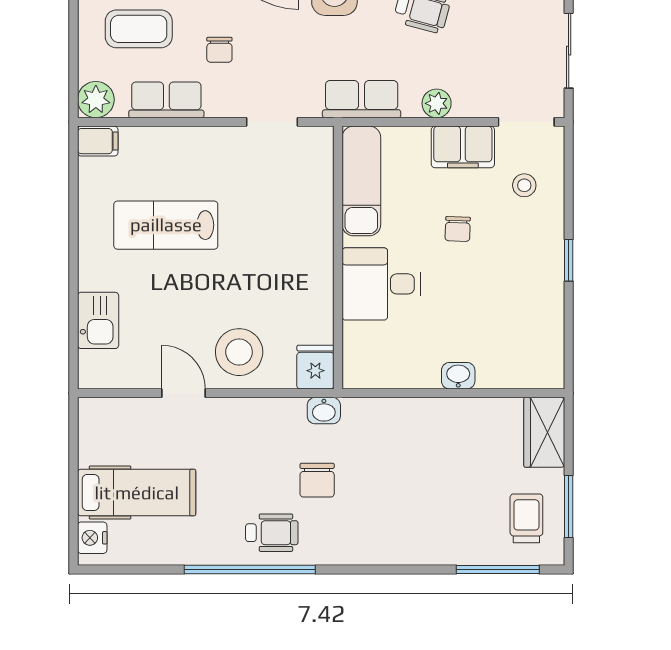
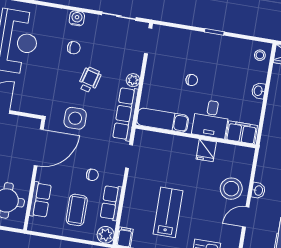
row of seats: (362, 99) -> (125, 114), width x1.48
filing cabinet: (463, 147) -> (242, 132), moved, turned -90
stool: (524, 185) -> (260, 55), moved
lab bench: (166, 225) -> (168, 212), turned 180
fridge: (315, 367) -> (206, 150), moved, turned -90
washbasin: (324, 411) -> (258, 190), moved

